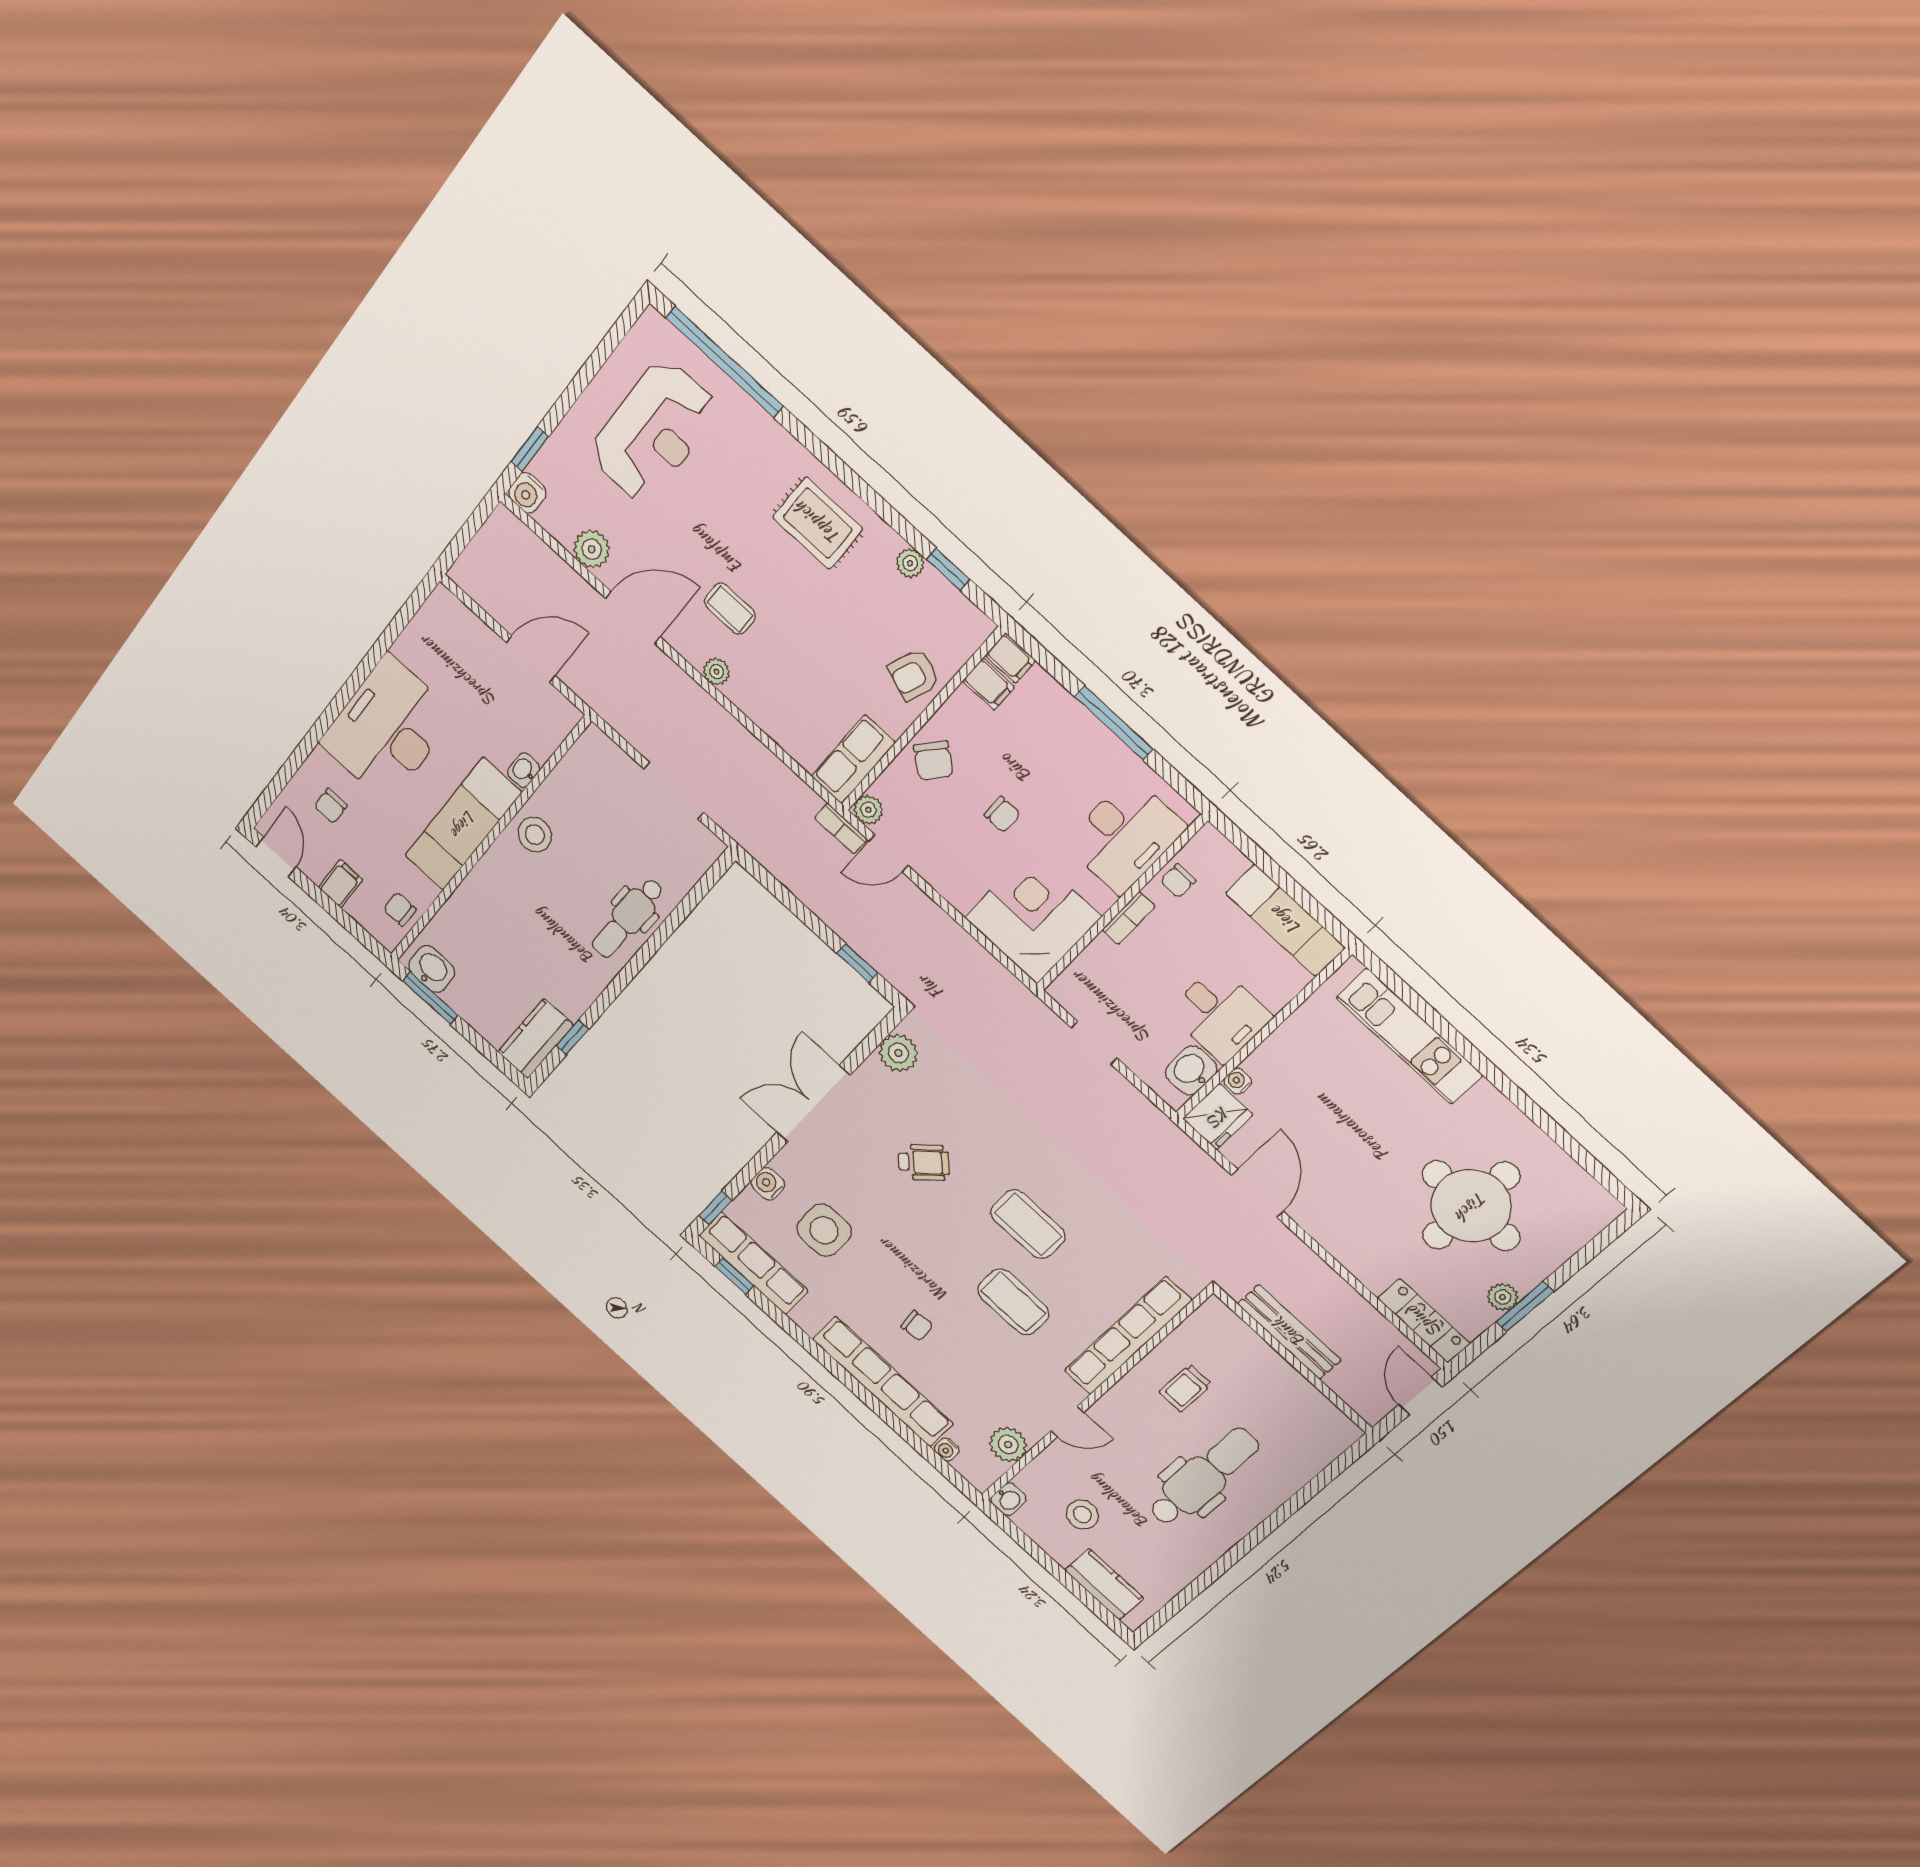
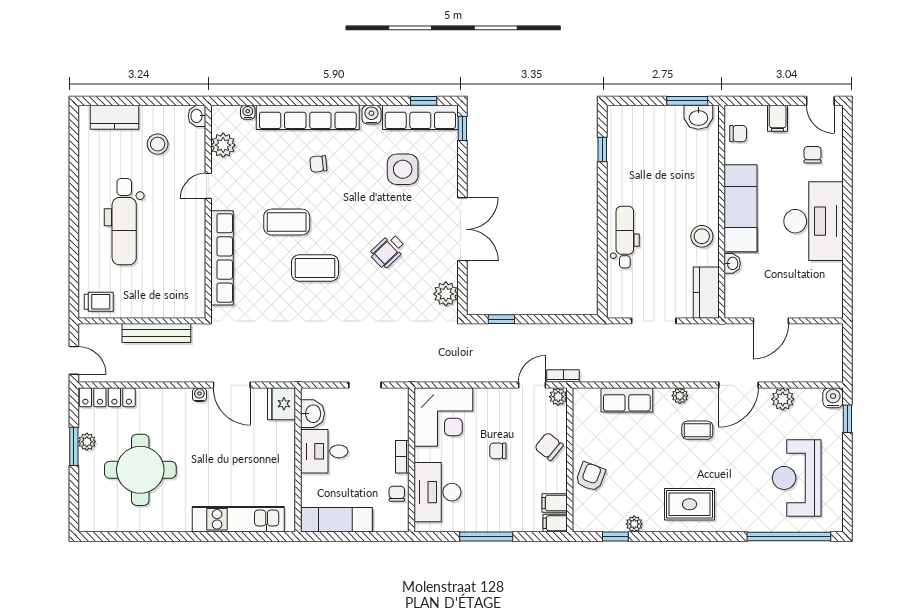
row of seats: (853, 759) -> (627, 400), moved, turned 90
kitchen counter: (536, 1039) -> (706, 293), moved, turned 180
water cooler: (1238, 1081) -> (199, 395), moved, turned -90
water cooler: (768, 1184) -> (371, 115), moved, turned -90
trolley: (1185, 1388) -> (99, 302), moved, turned 90

